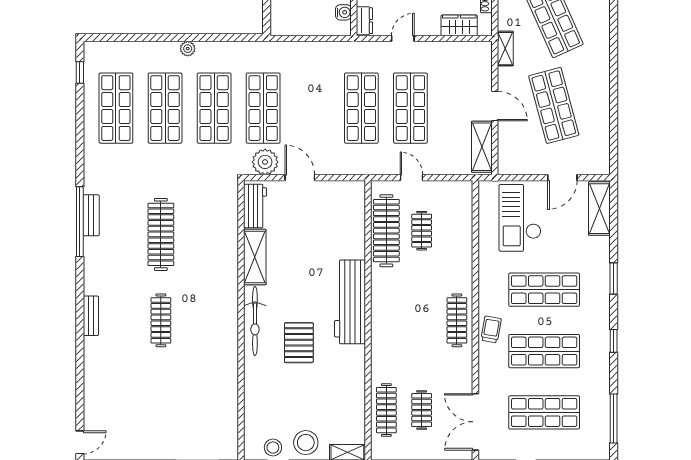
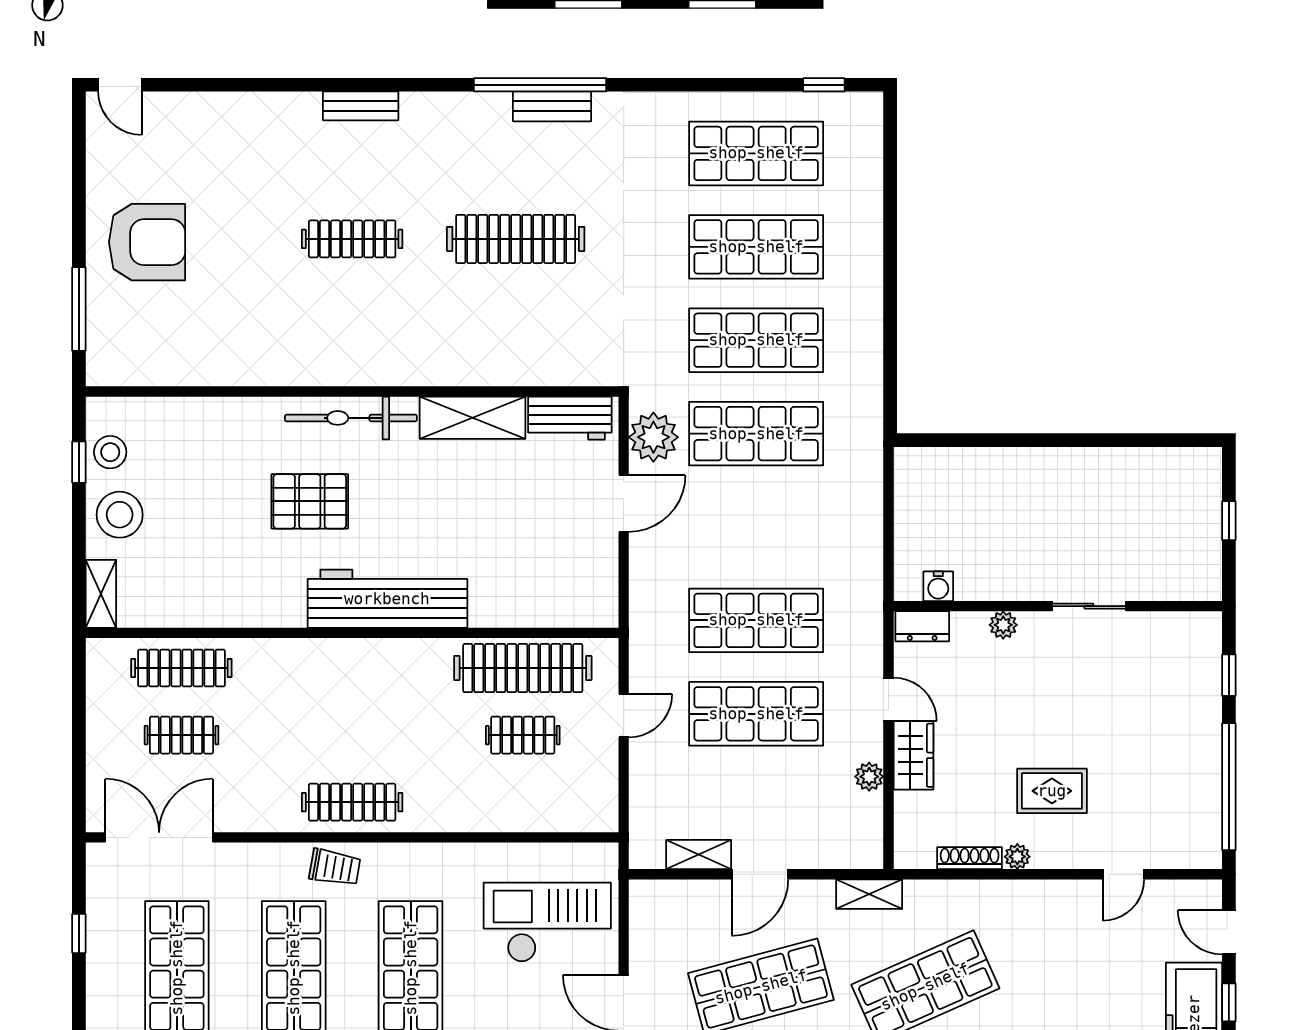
wardrobe: (459, 25) -> (913, 755), moved
plant: (188, 49) -> (869, 777), moved
shelving: (482, 147) -> (699, 855), width x0.67, depth x0.75
armchair: (163, 428) -> (147, 242), added

